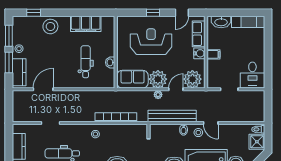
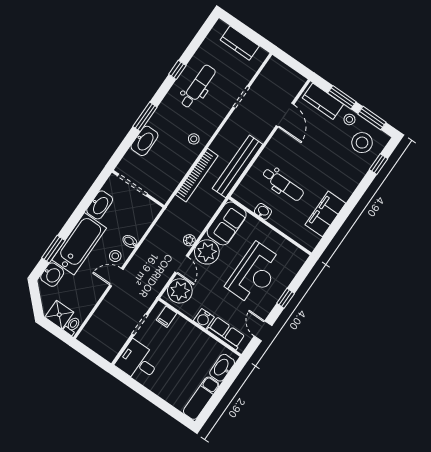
stool: (50, 26) -> (362, 143), moved
filing cabinet: (213, 54) -> (166, 317), moved
bench: (172, 116) -> (238, 166), moved

